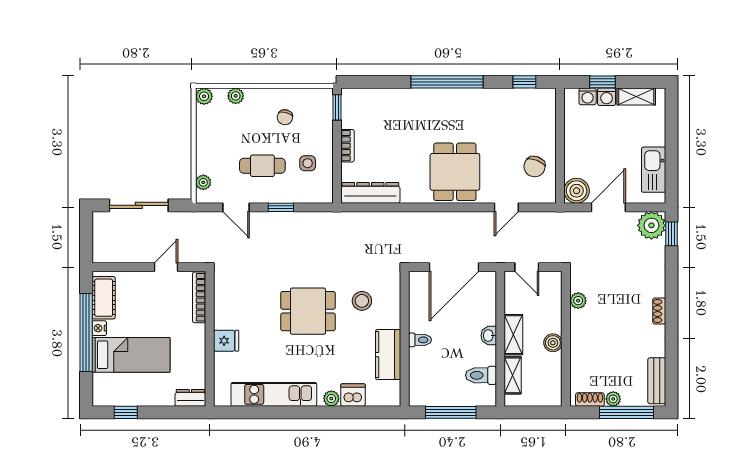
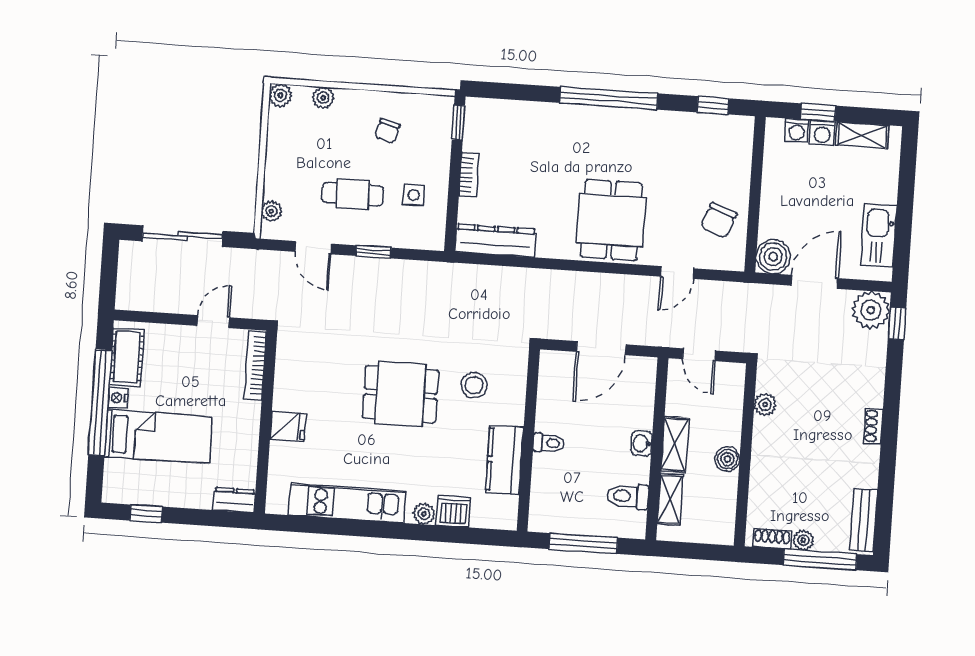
door: (454, 267) -> (601, 348), width x0.73

